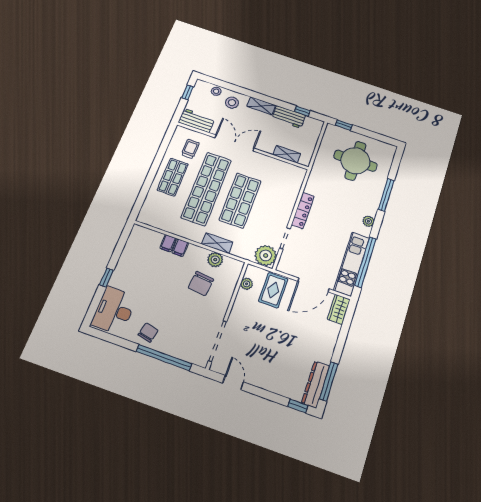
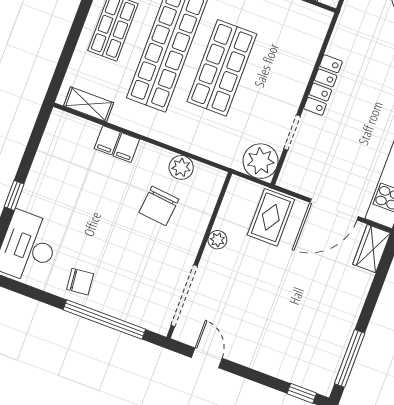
shelving: (217, 243) -> (89, 104), moved
plant: (247, 284) -> (217, 240), moved
chair: (148, 333) -> (80, 282), turned 72
dresser: (316, 384) -> (330, 362), removed

